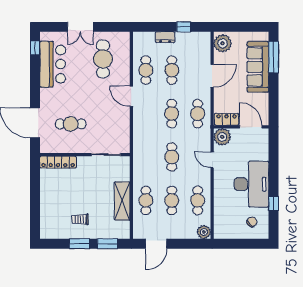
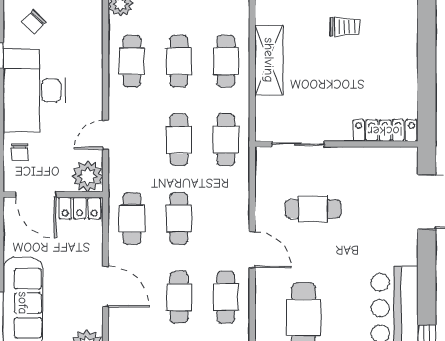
door: (212, 76) -> (106, 287), swing flipped
cafe table: (71, 124) -> (313, 209), moved
chair: (260, 150) -> (20, 152), added
cafe table: (146, 157) -> (226, 140), added
door: (212, 160) -> (106, 135), swing flipped

